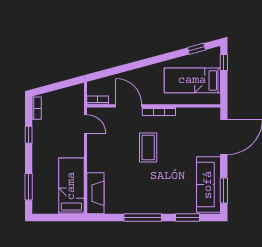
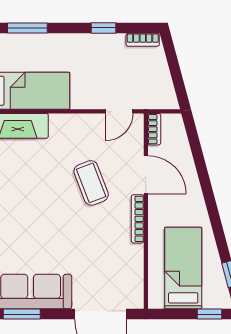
door: (129, 106) -> (146, 175), hinge flipped
coffee table: (148, 147) -> (91, 183), moved, turned 69

